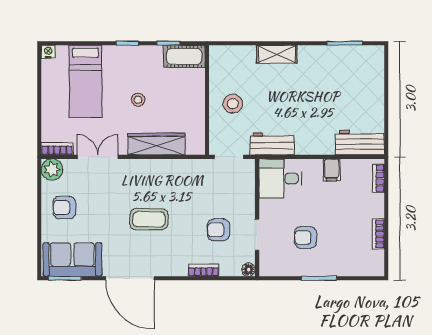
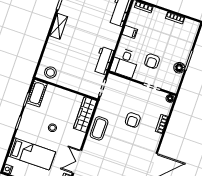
shelving: (277, 54) -> (59, 26), moved
stool: (233, 104) -> (50, 72), moved
wardrobe: (156, 144) -> (85, 115), moved
coffee table: (149, 219) -> (99, 128), moved
armchair: (218, 230) -> (133, 120), moved
armchair: (306, 237) -> (152, 61), moved
floor lamp: (302, 267) -> (179, 68), added

